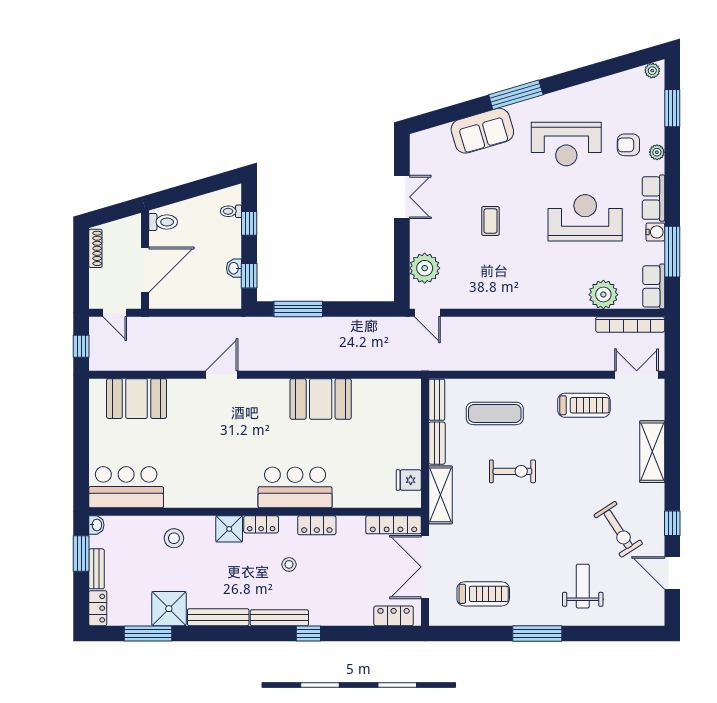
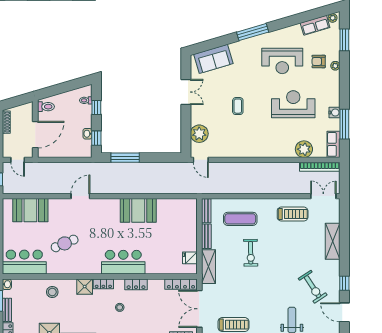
sofa: (482, 131) -> (213, 59), moved
row of seats: (653, 198) -> (315, 25), moved, turned -106
cafe table: (195, 455) -> (65, 243), added
exercise bike: (512, 471) -> (251, 253), turned 89

